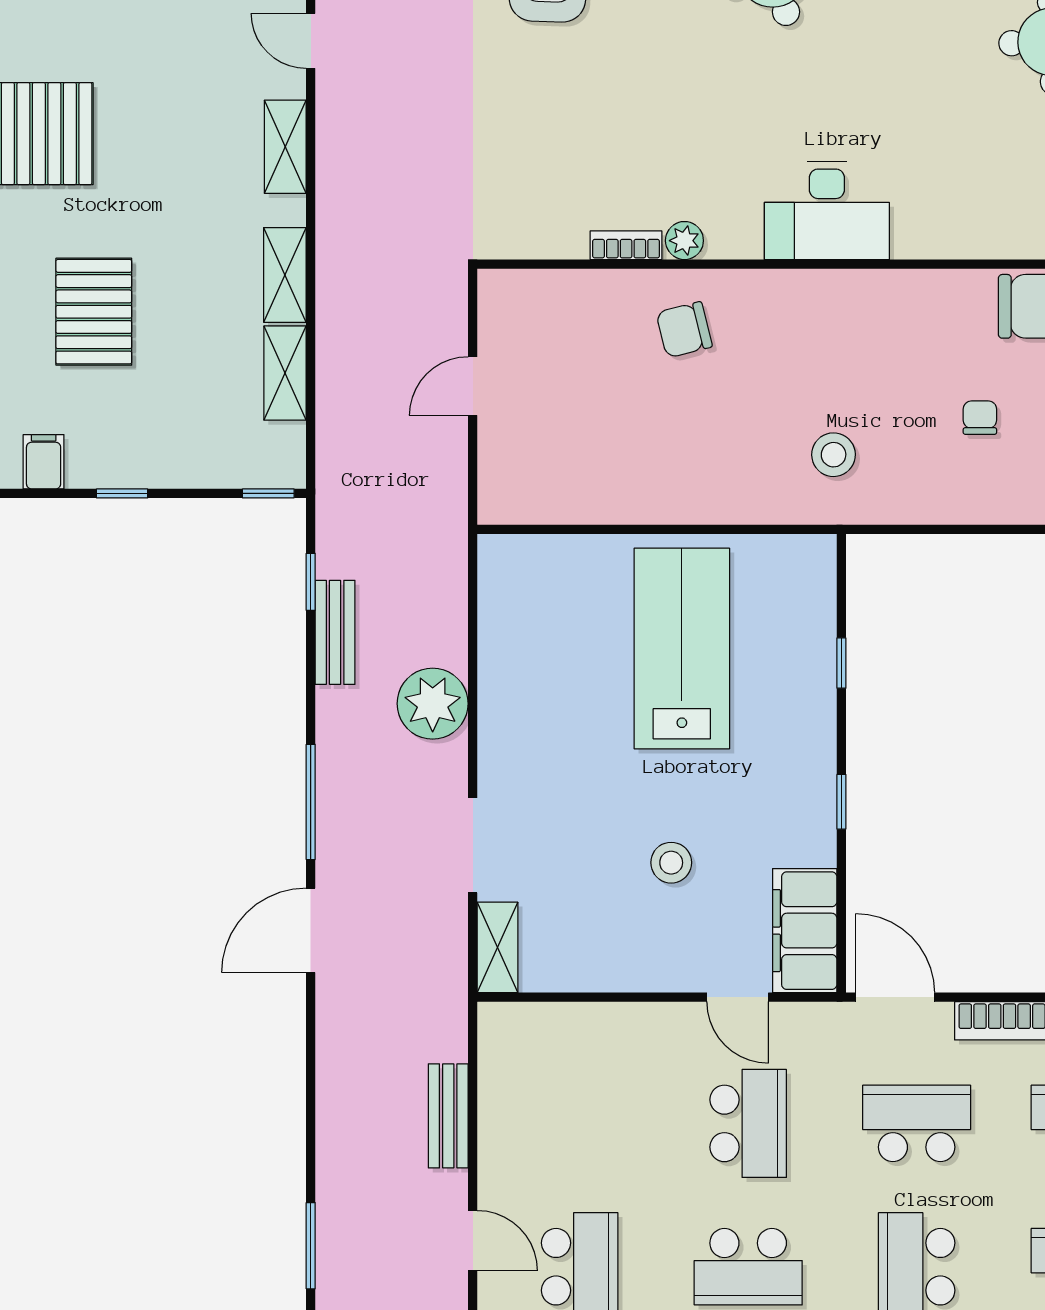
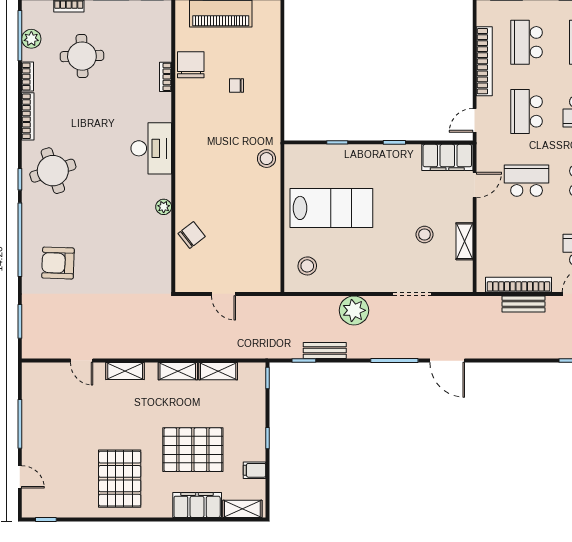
door: (311, 41) -> (82, 361), hinge flipped
bookcase: (626, 245) -> (166, 77), moved
pallet: (94, 312) -> (193, 450), width x1.37, depth x1.41
chair: (684, 330) -> (192, 235), moved, turned -114
stool: (834, 455) -> (266, 159), moved
stool: (541, 590) -> (307, 266), added
lab bench: (682, 649) -> (331, 208), turned 180
stool: (671, 863) -> (425, 234), moved
shelving: (497, 947) -> (464, 241), moved, turned 90
door: (895, 997) -> (475, 120), width x0.73
bookcase: (495, 1104) -> (518, 285), added

